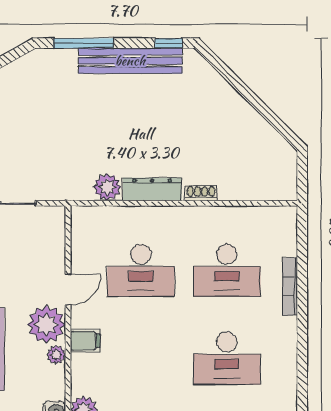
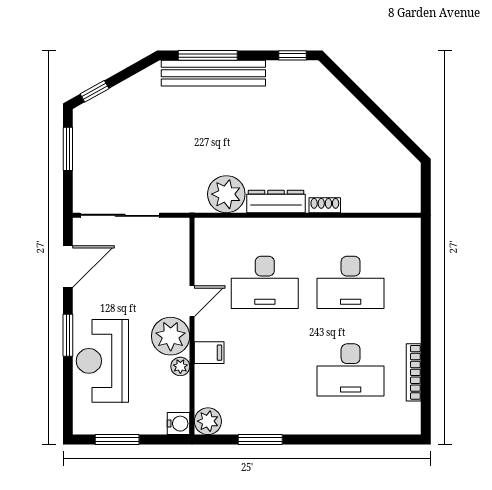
bench: (130, 61) -> (213, 73), moved
plant: (107, 187) -> (226, 194), width x1.36, depth x1.36
bookcase: (290, 287) -> (414, 372), moved

